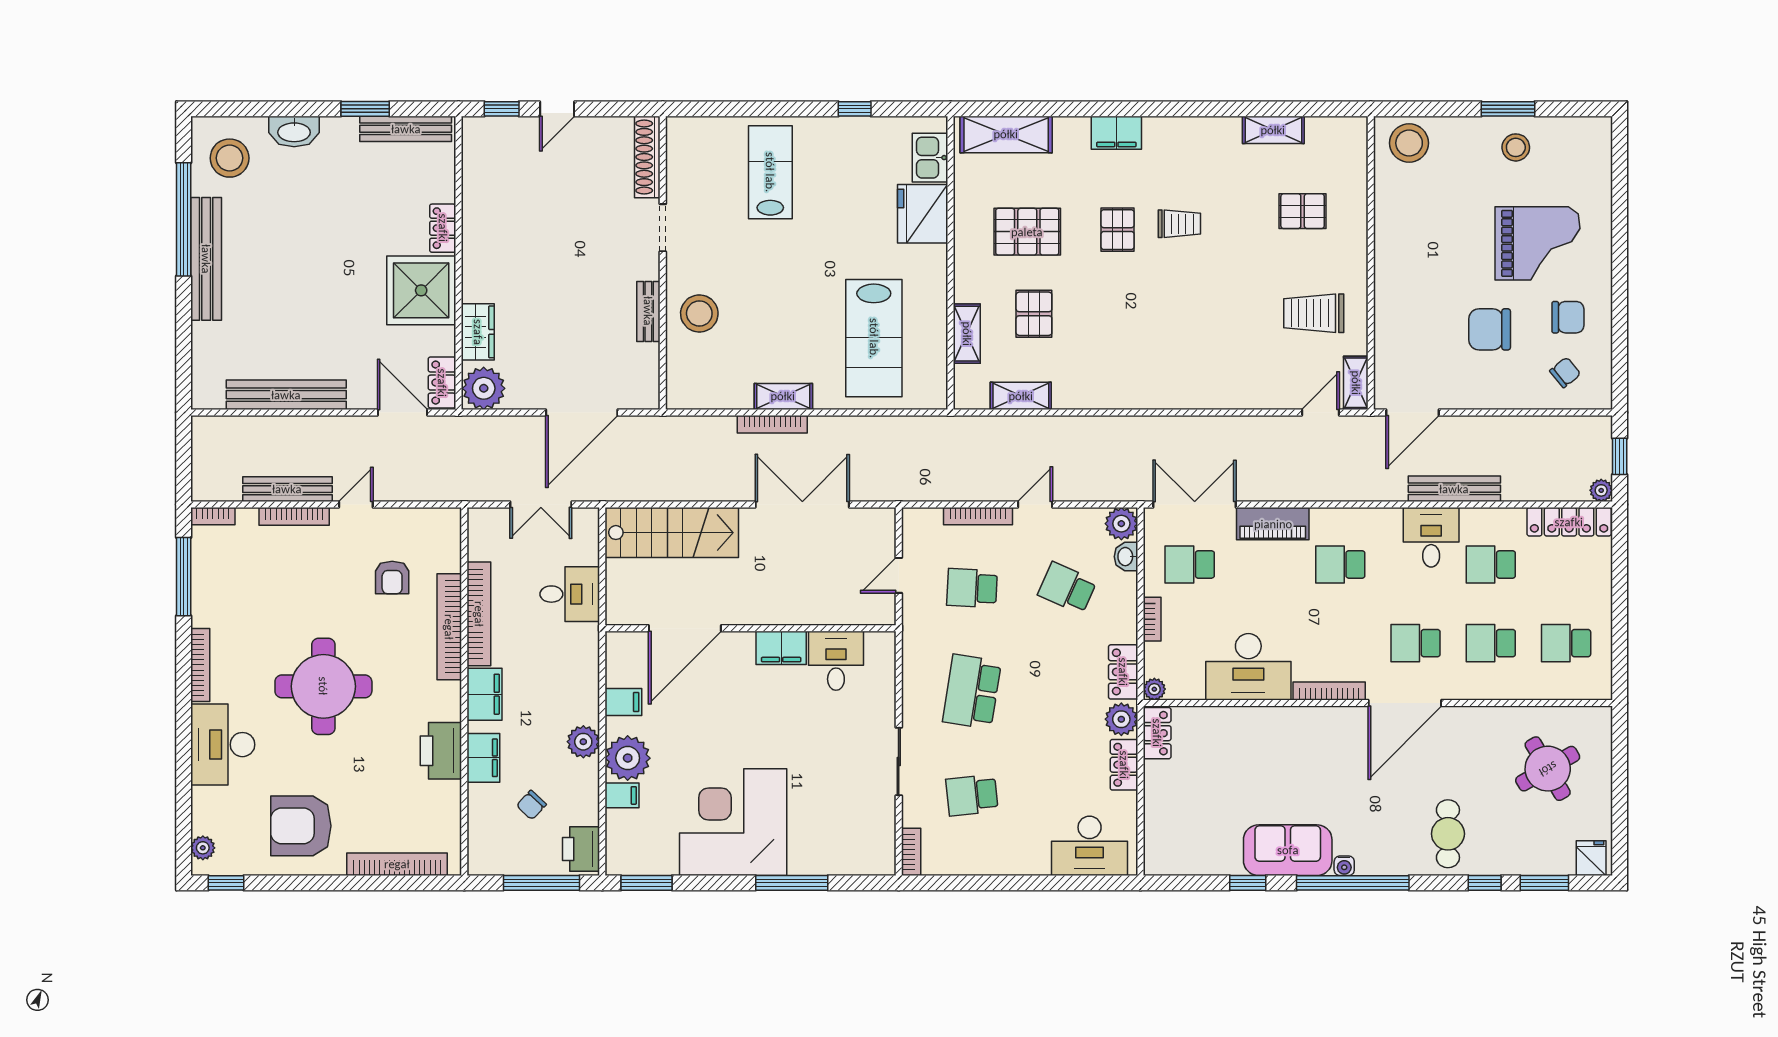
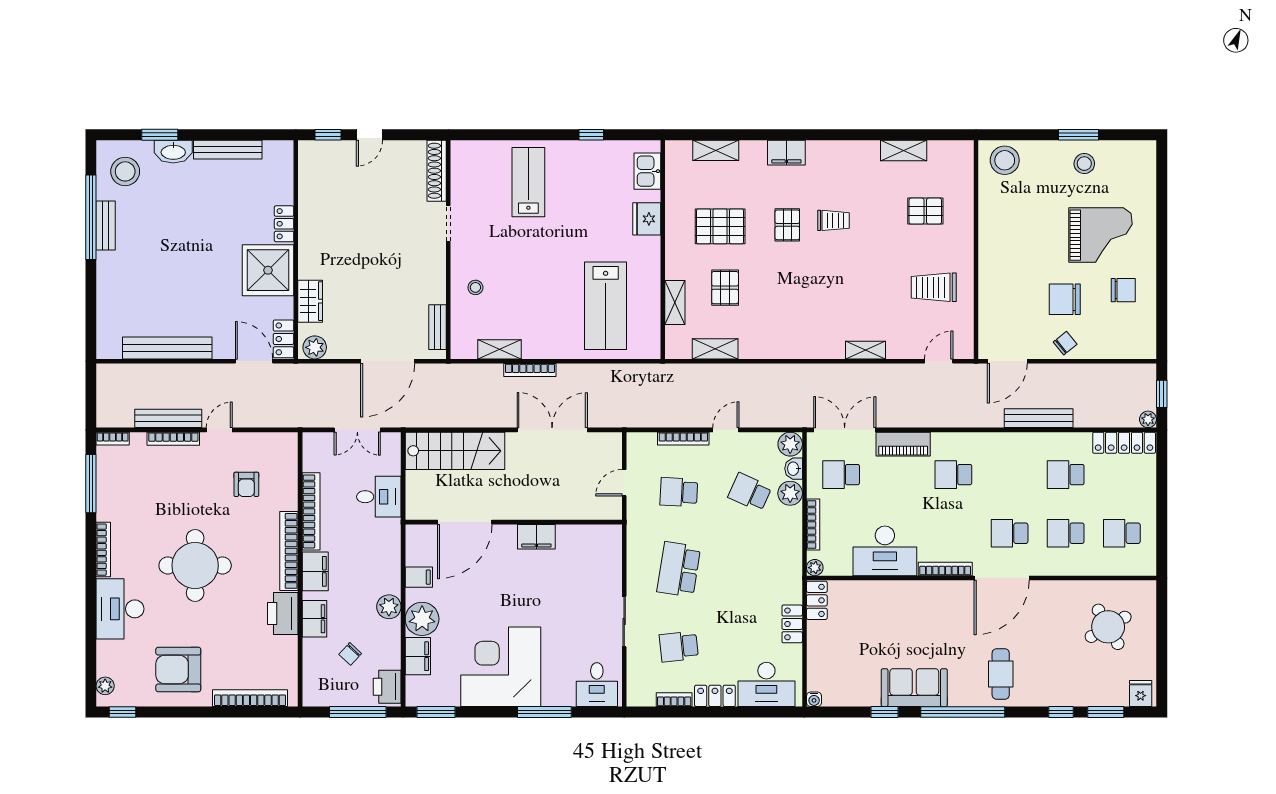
window: (365, 109) -> (160, 135), moved
bench: (406, 129) -> (228, 150), moved
shelving: (1006, 134) -> (716, 150), width x0.67, depth x0.75
fridge: (923, 214) -> (647, 219), width x0.73, depth x0.75
bench: (206, 259) -> (106, 225), width x0.54, depth x0.82
bench: (648, 311) -> (437, 327), moved
stool: (699, 313) -> (475, 287), width x0.53, depth x0.53
chair: (1565, 372) -> (1065, 343), moved
shelving: (1356, 383) -> (865, 350), moved, turned 90
plant: (484, 388) -> (315, 347), width x0.73, depth x0.73
shelving: (783, 396) -> (499, 349), moved
desk: (1431, 537) -> (1021, 454), removed
bookcase: (1152, 619) -> (813, 524), width x1.56
bookcase: (449, 627) -> (289, 551), moved
desk: (836, 661) -> (597, 685), moved, turned 180
locker: (1123, 672) -> (715, 696), moved, turned 90
plant: (1121, 719) -> (790, 493), moved
filing cabinet: (622, 795) -> (418, 656), width x2.00
cafe table: (1448, 834) -> (1001, 674), moved
bookcase: (911, 852) -> (674, 700), moved, turned -90
water cooler: (1344, 866) -> (814, 699), moved

